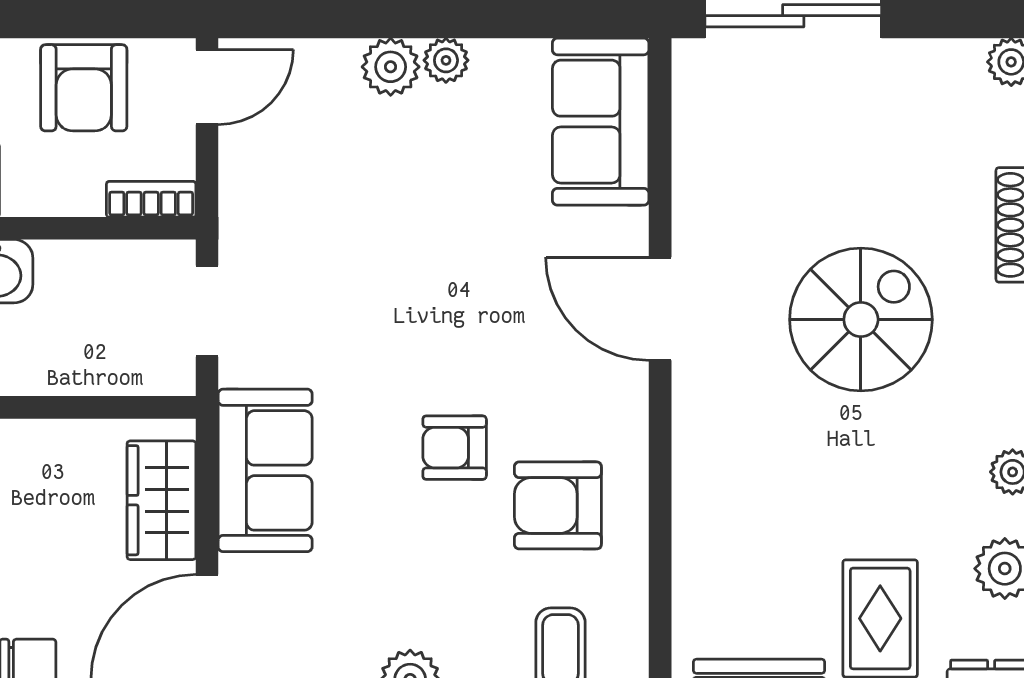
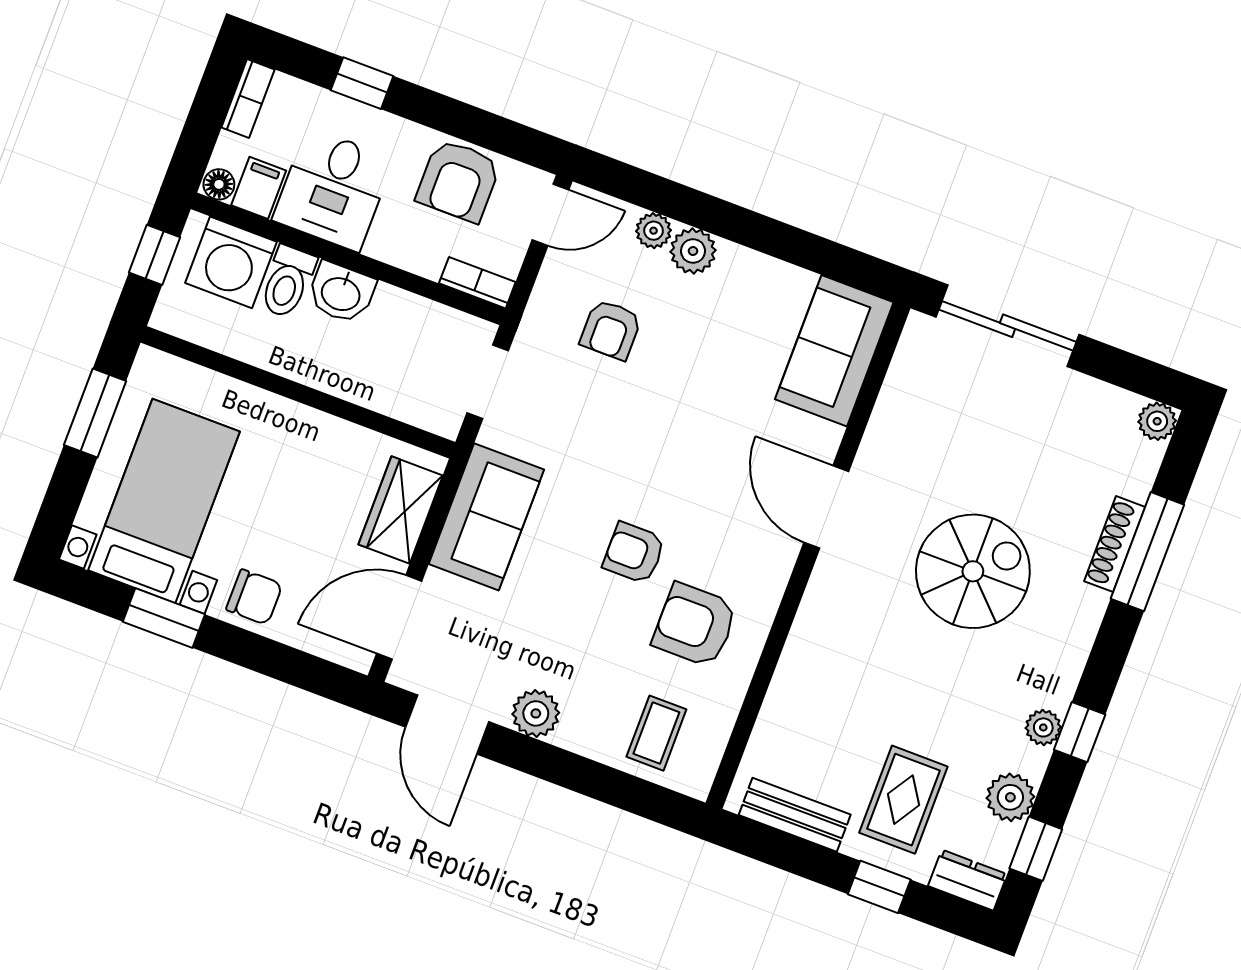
plant: (446, 60) -> (654, 231), moved
armchair: (329, 196) -> (611, 330), added

